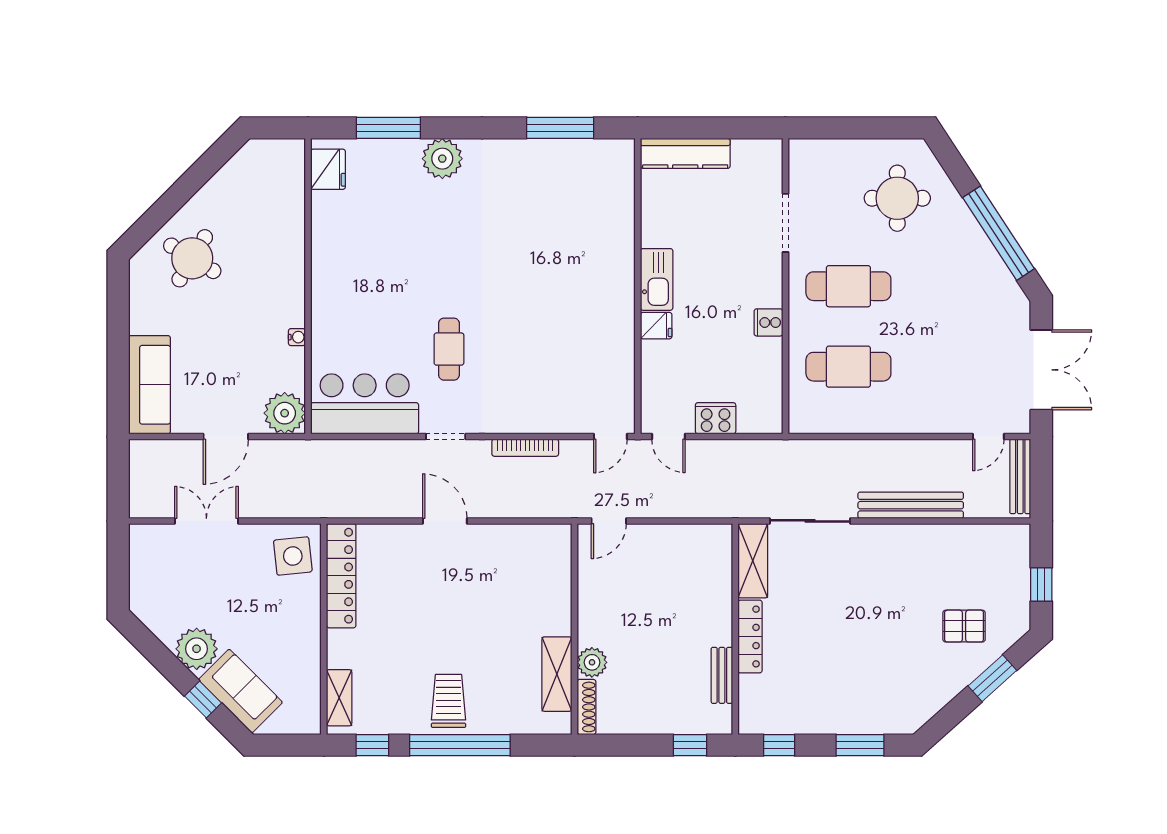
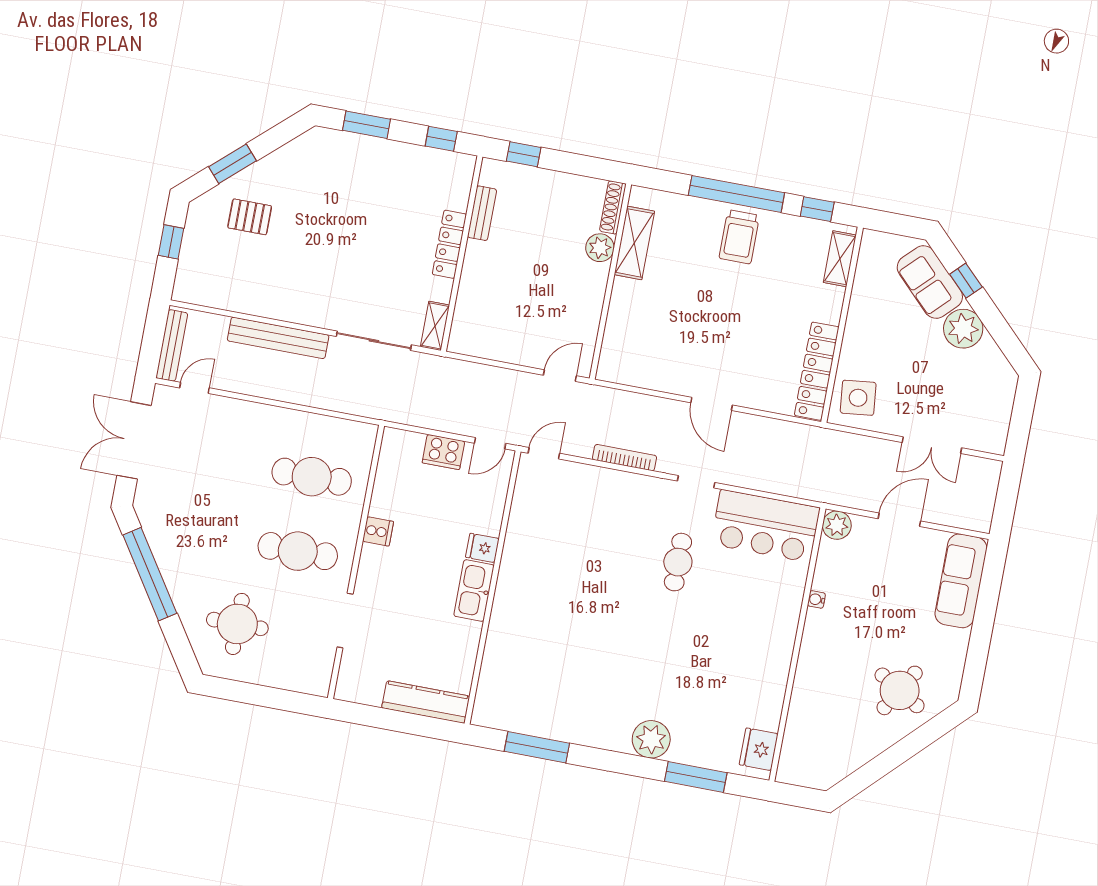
plant: (285, 413) -> (837, 525), width x0.73, depth x0.73
door: (668, 437) -> (490, 443), swing flipped
shelving: (753, 561) -> (435, 326), width x0.67, depth x0.75

